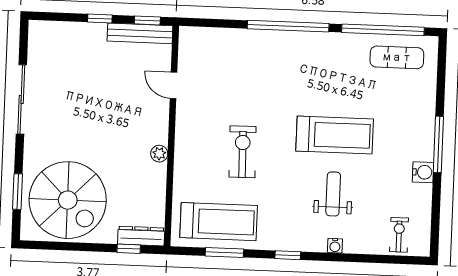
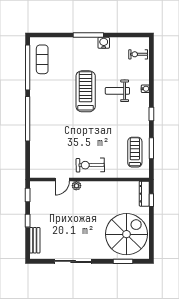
bench: (140, 33) -> (35, 240), moved, width x0.73
exercise bike: (243, 152) -> (90, 165), moved
plant: (159, 154) -> (76, 186), moved
treadmill: (219, 222) -> (135, 152), width x0.73, depth x0.73

